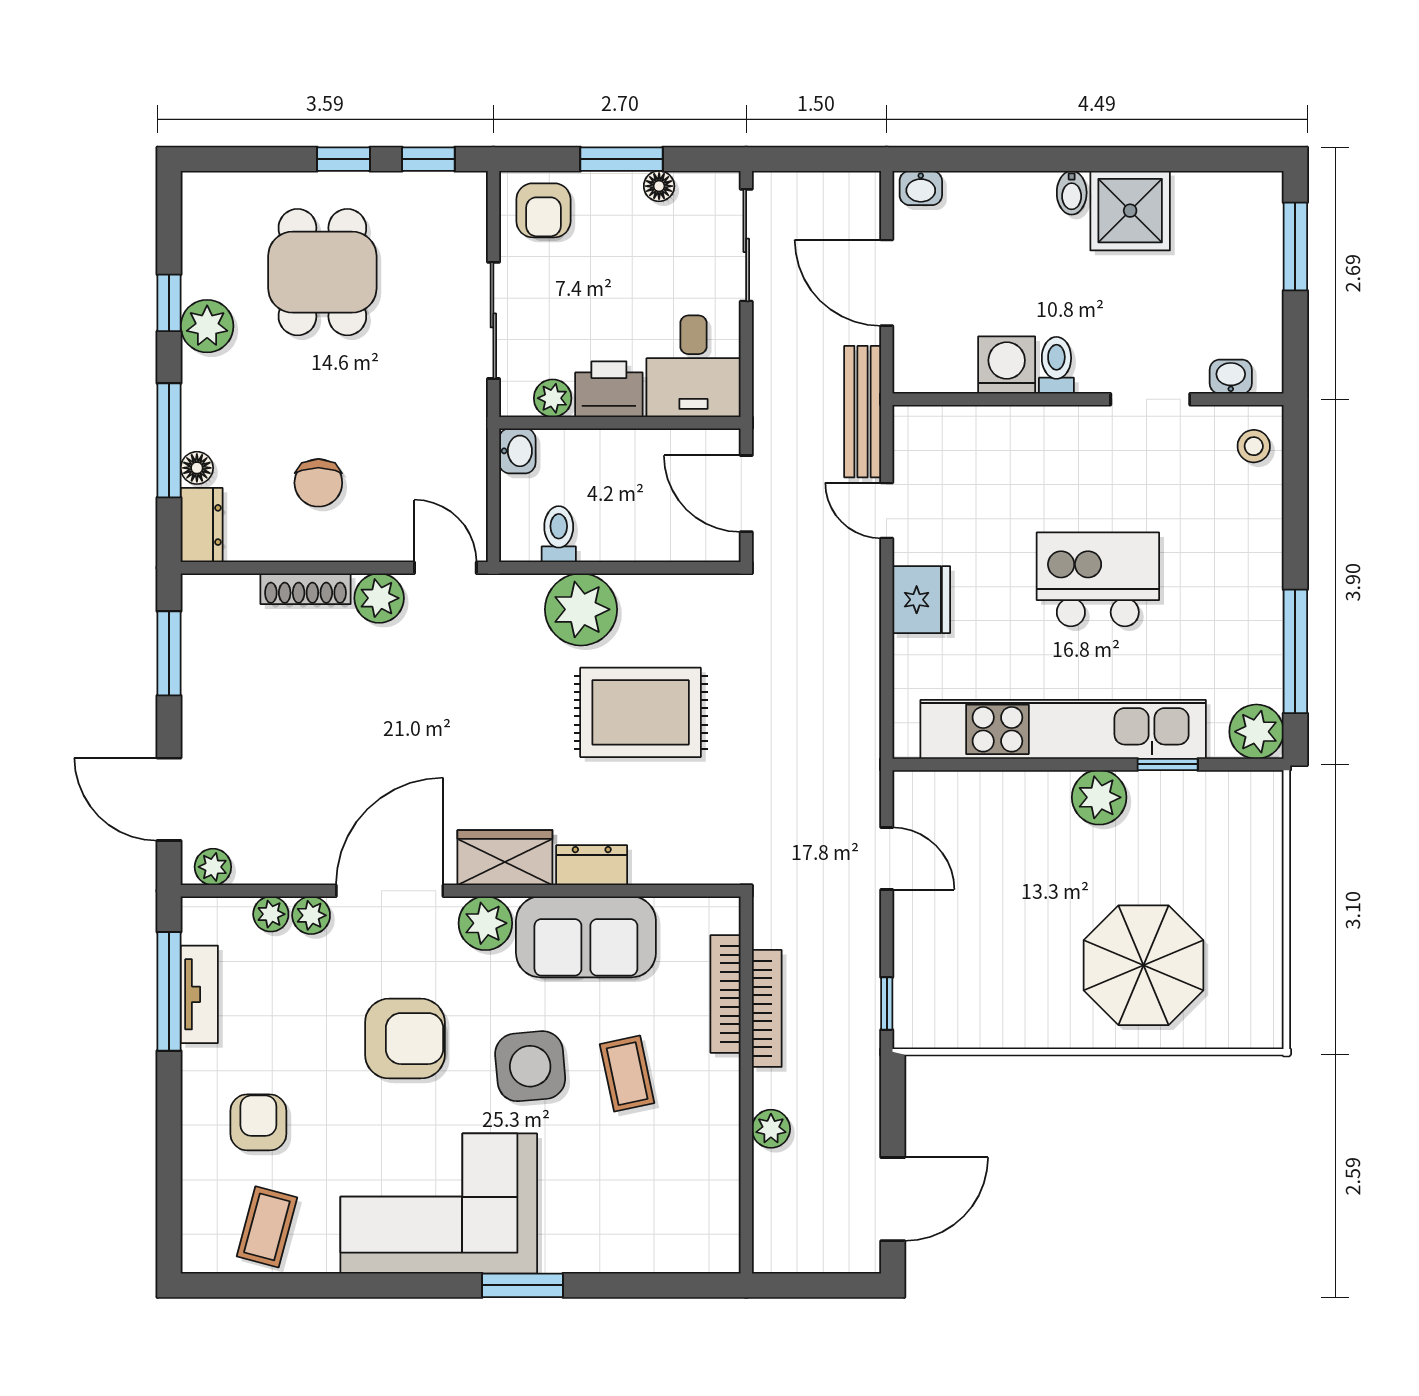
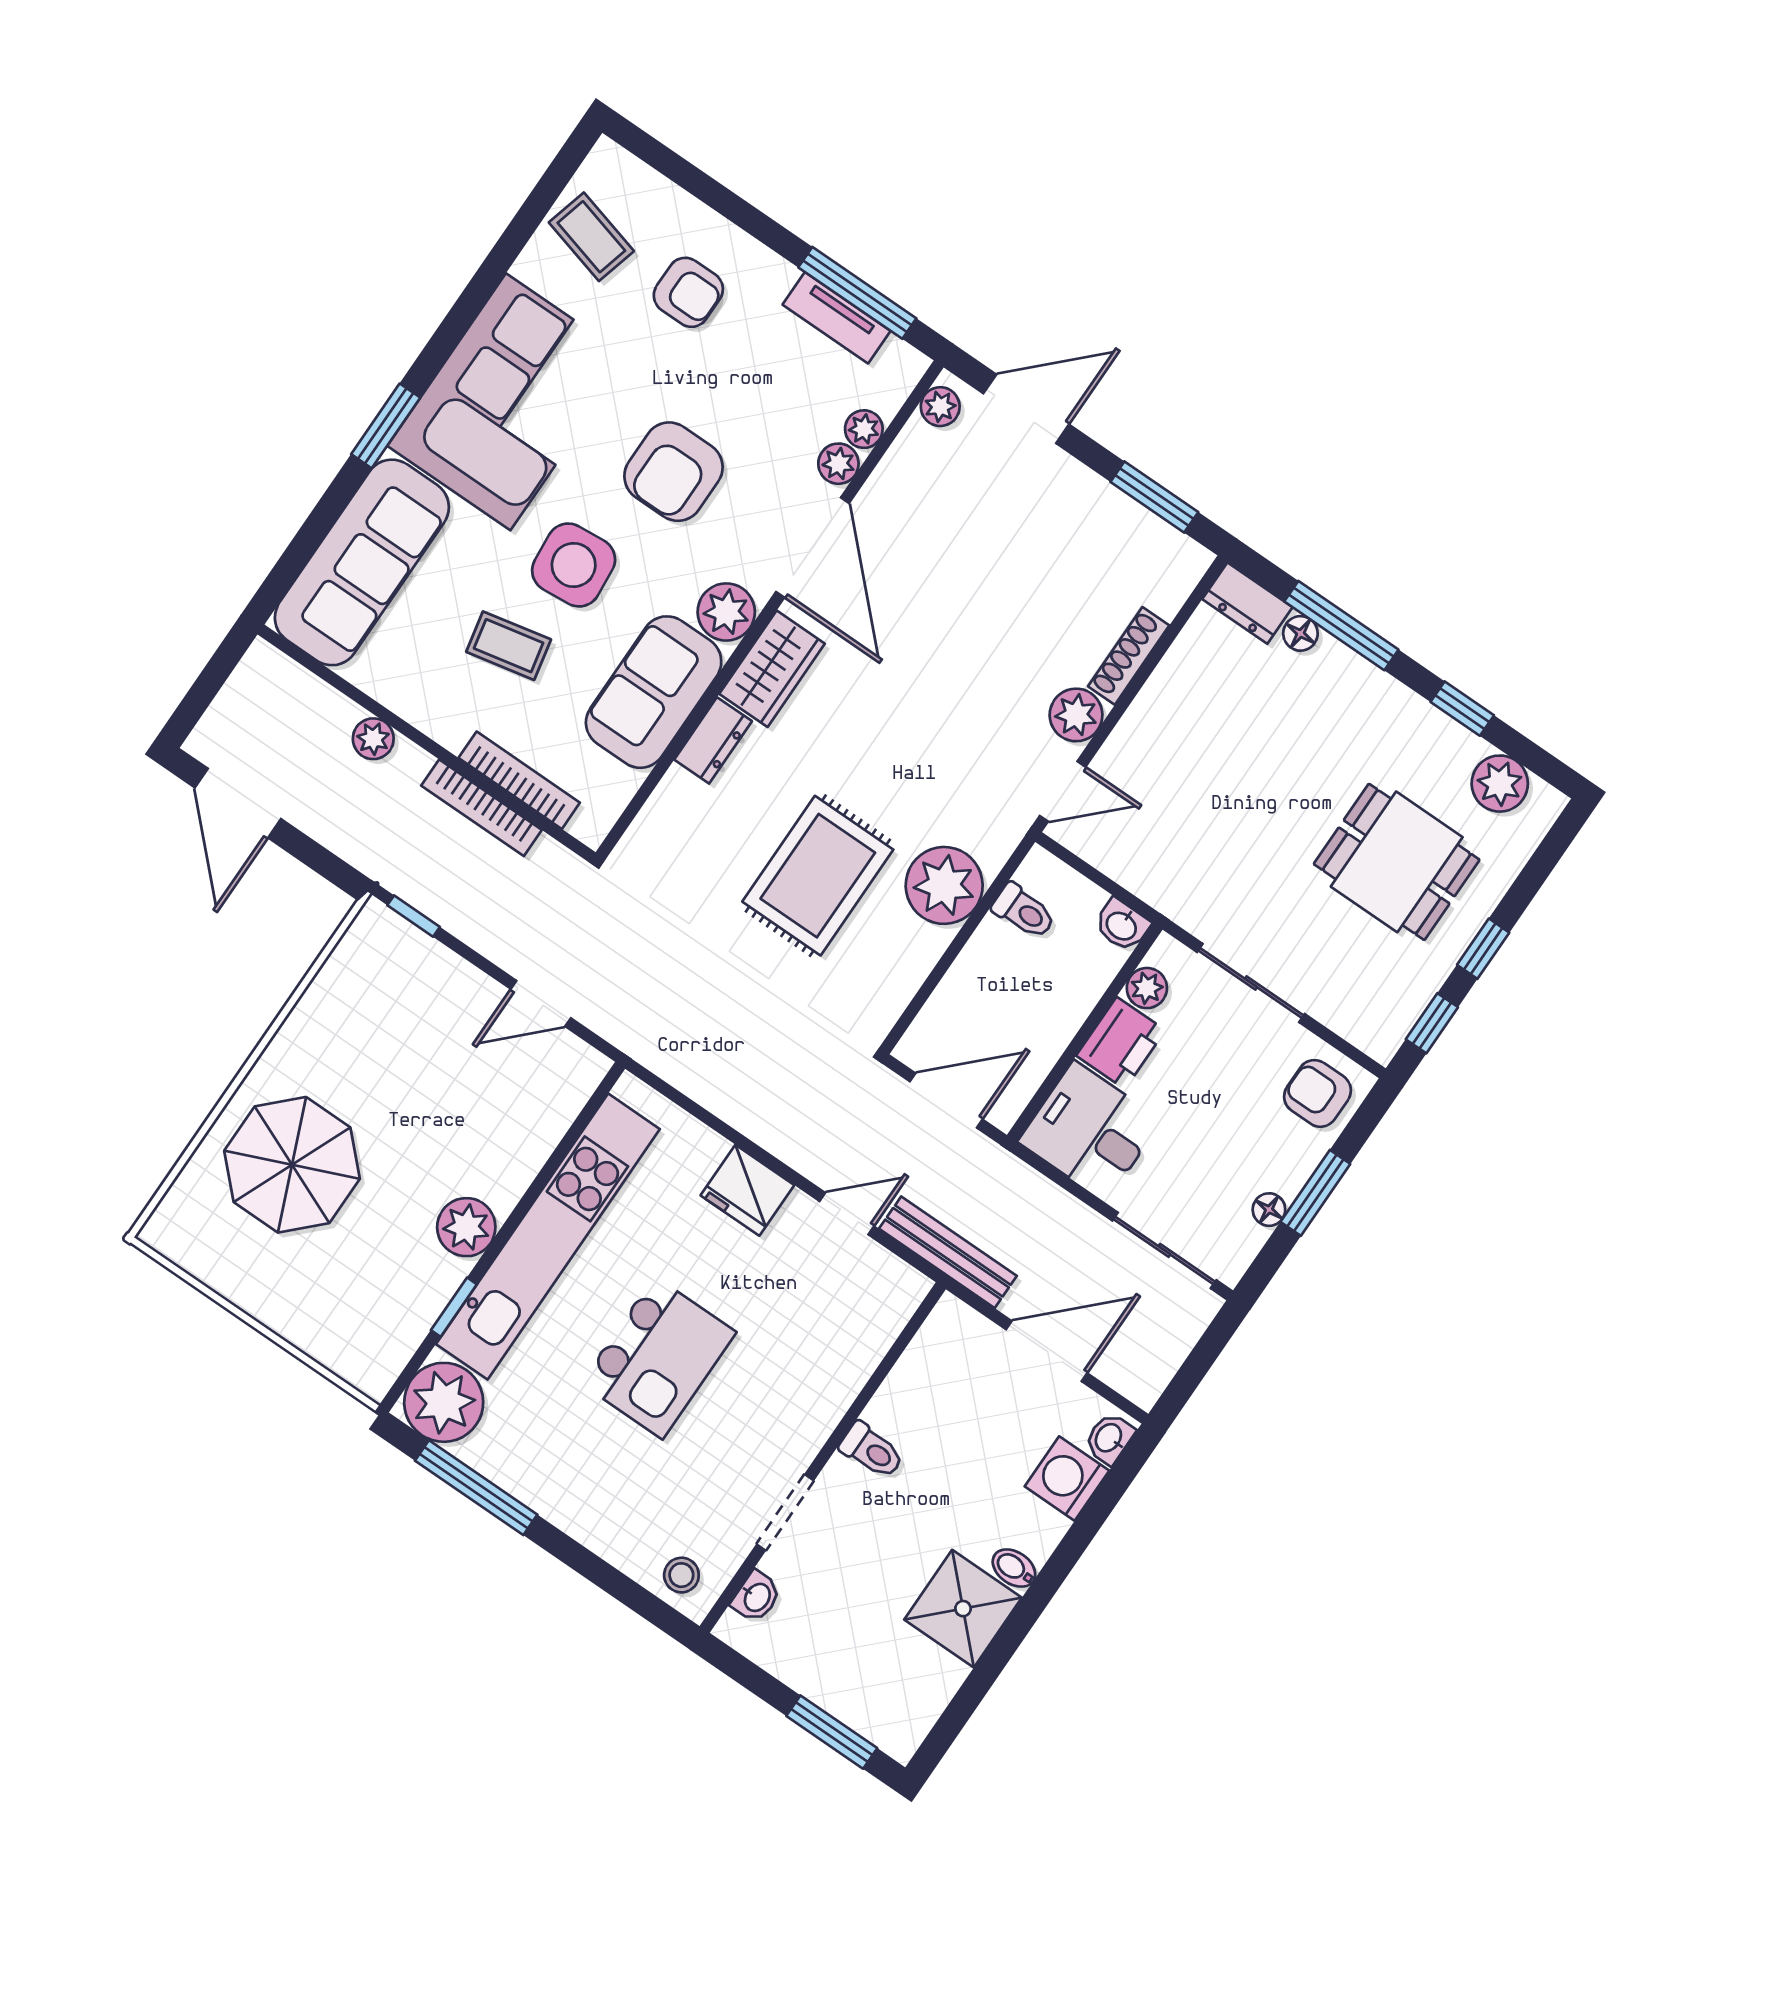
plant: (207, 326) -> (1500, 784), moved
washing machine: (1007, 365) -> (1067, 1479), moved, turned 180
chair: (318, 483) -> (1214, 731), removed
plant: (1256, 732) -> (444, 1402), width x1.36, depth x1.36
sofa: (641, 1231) -> (362, 562), added

